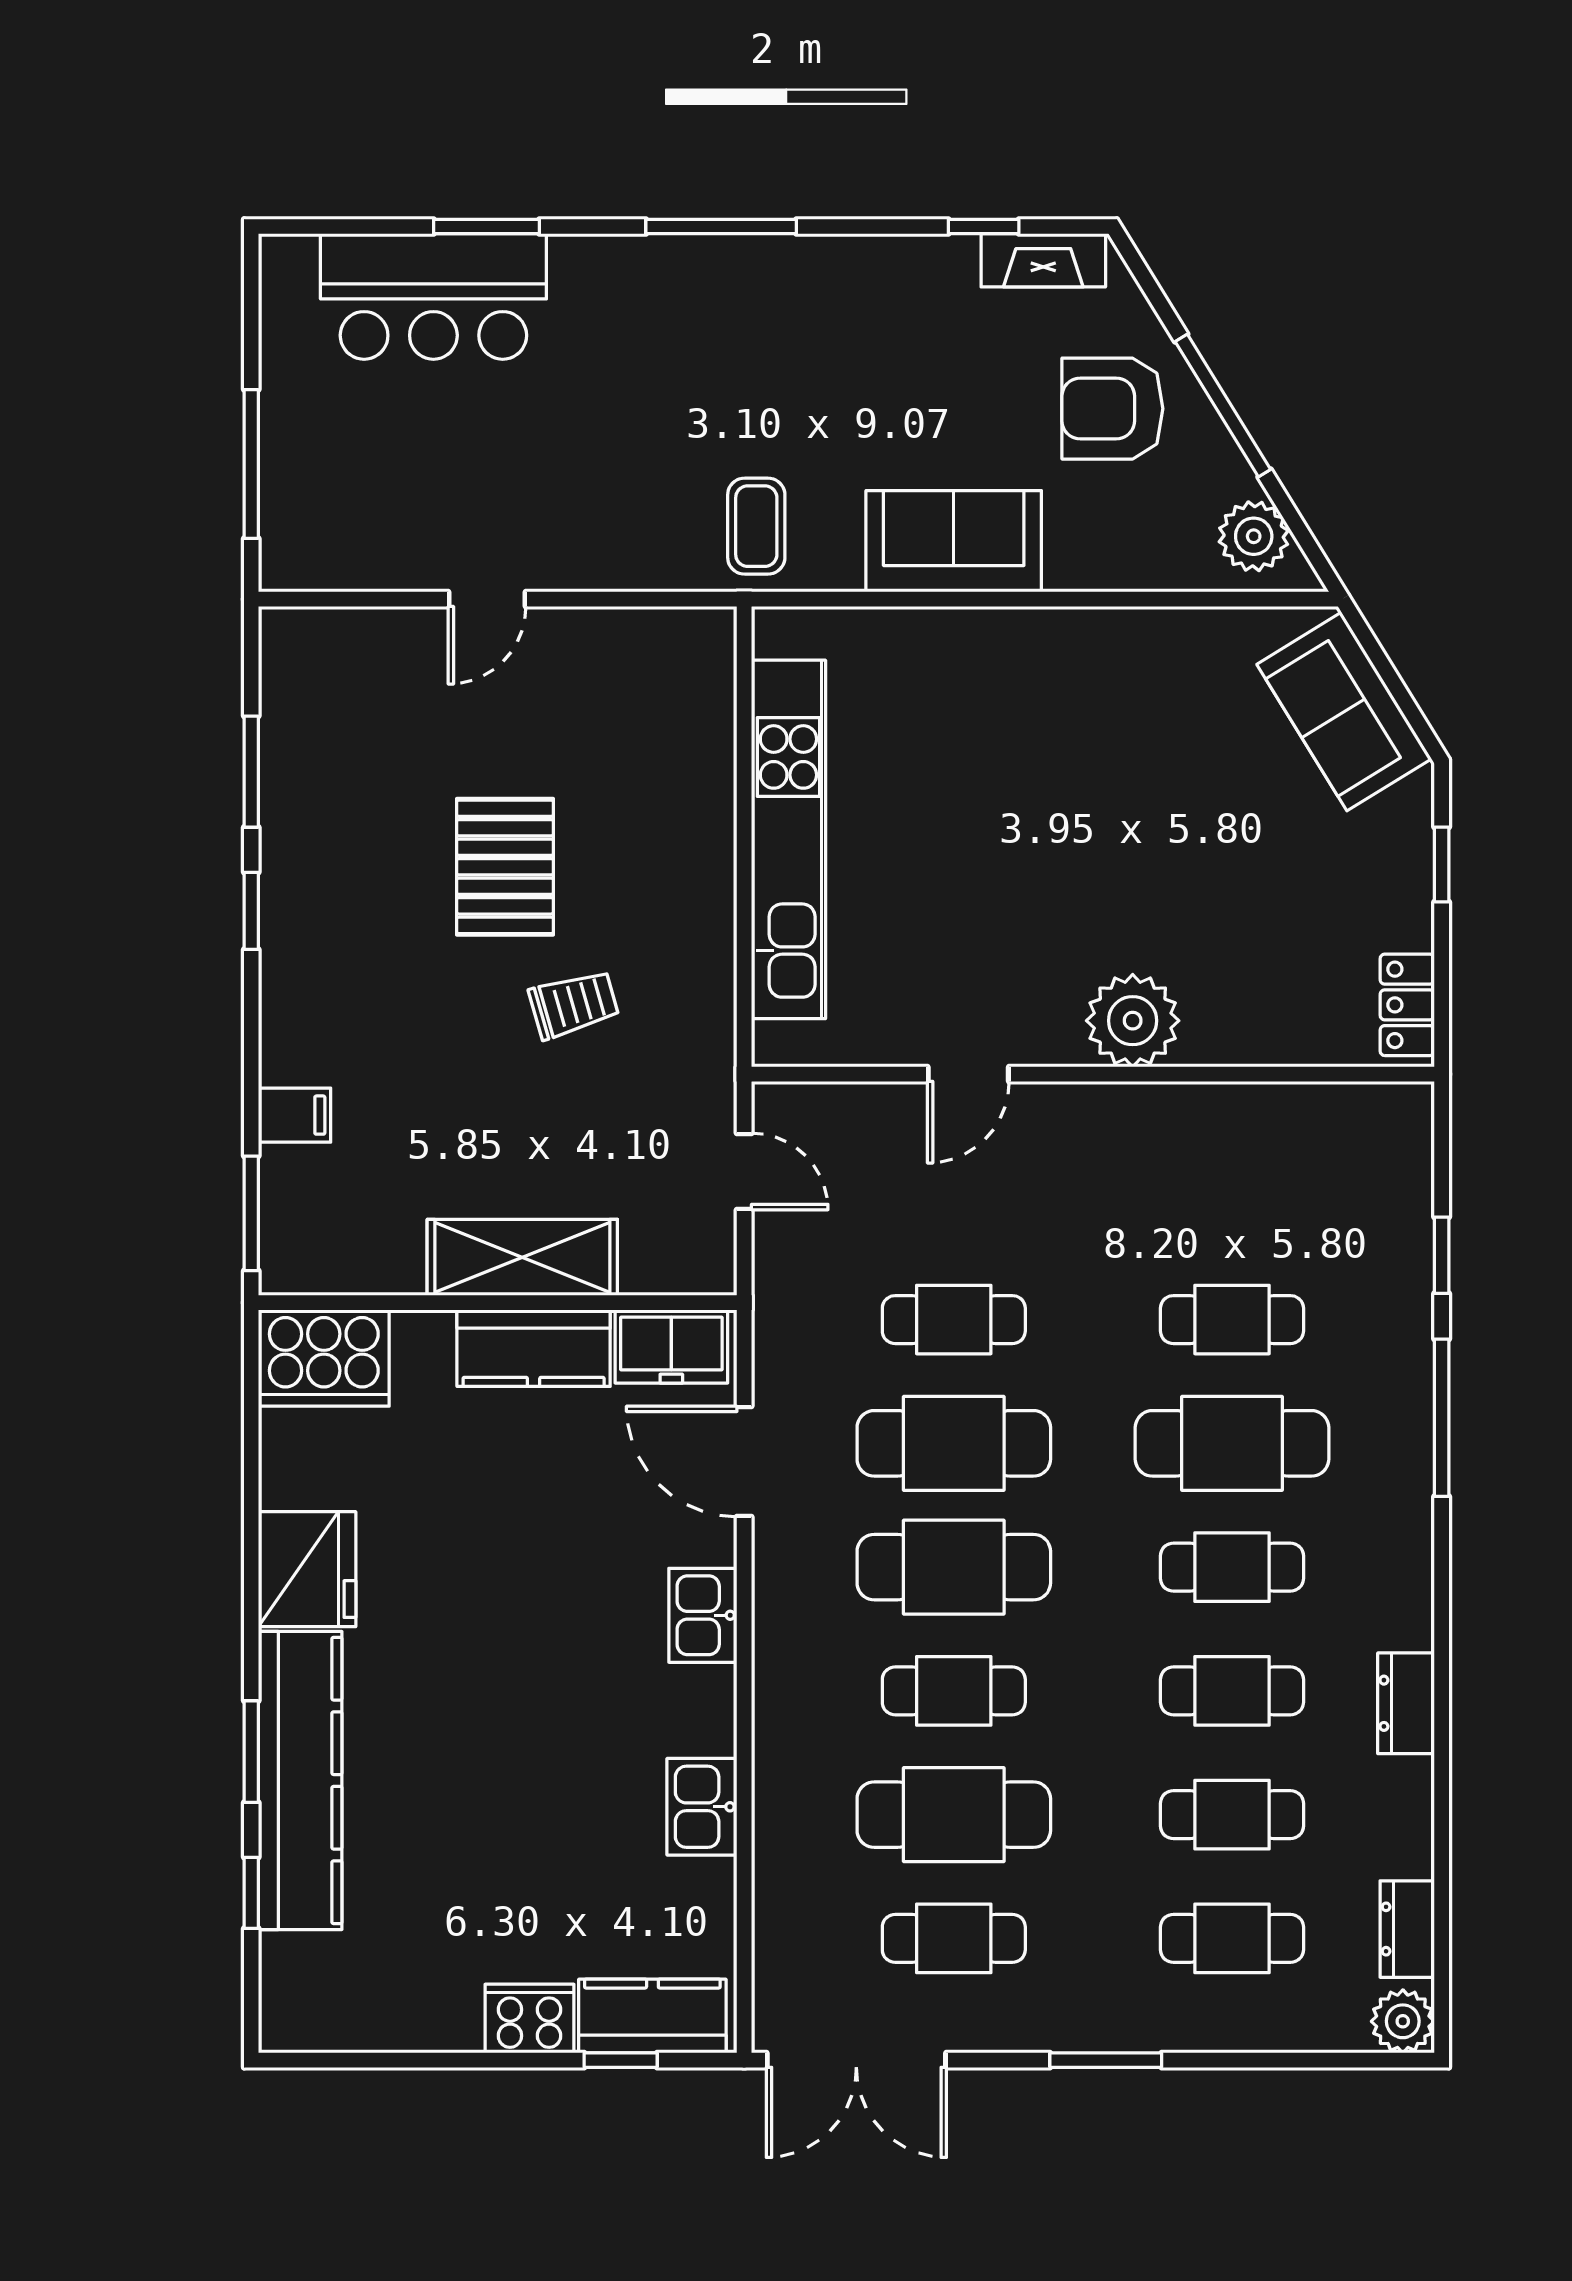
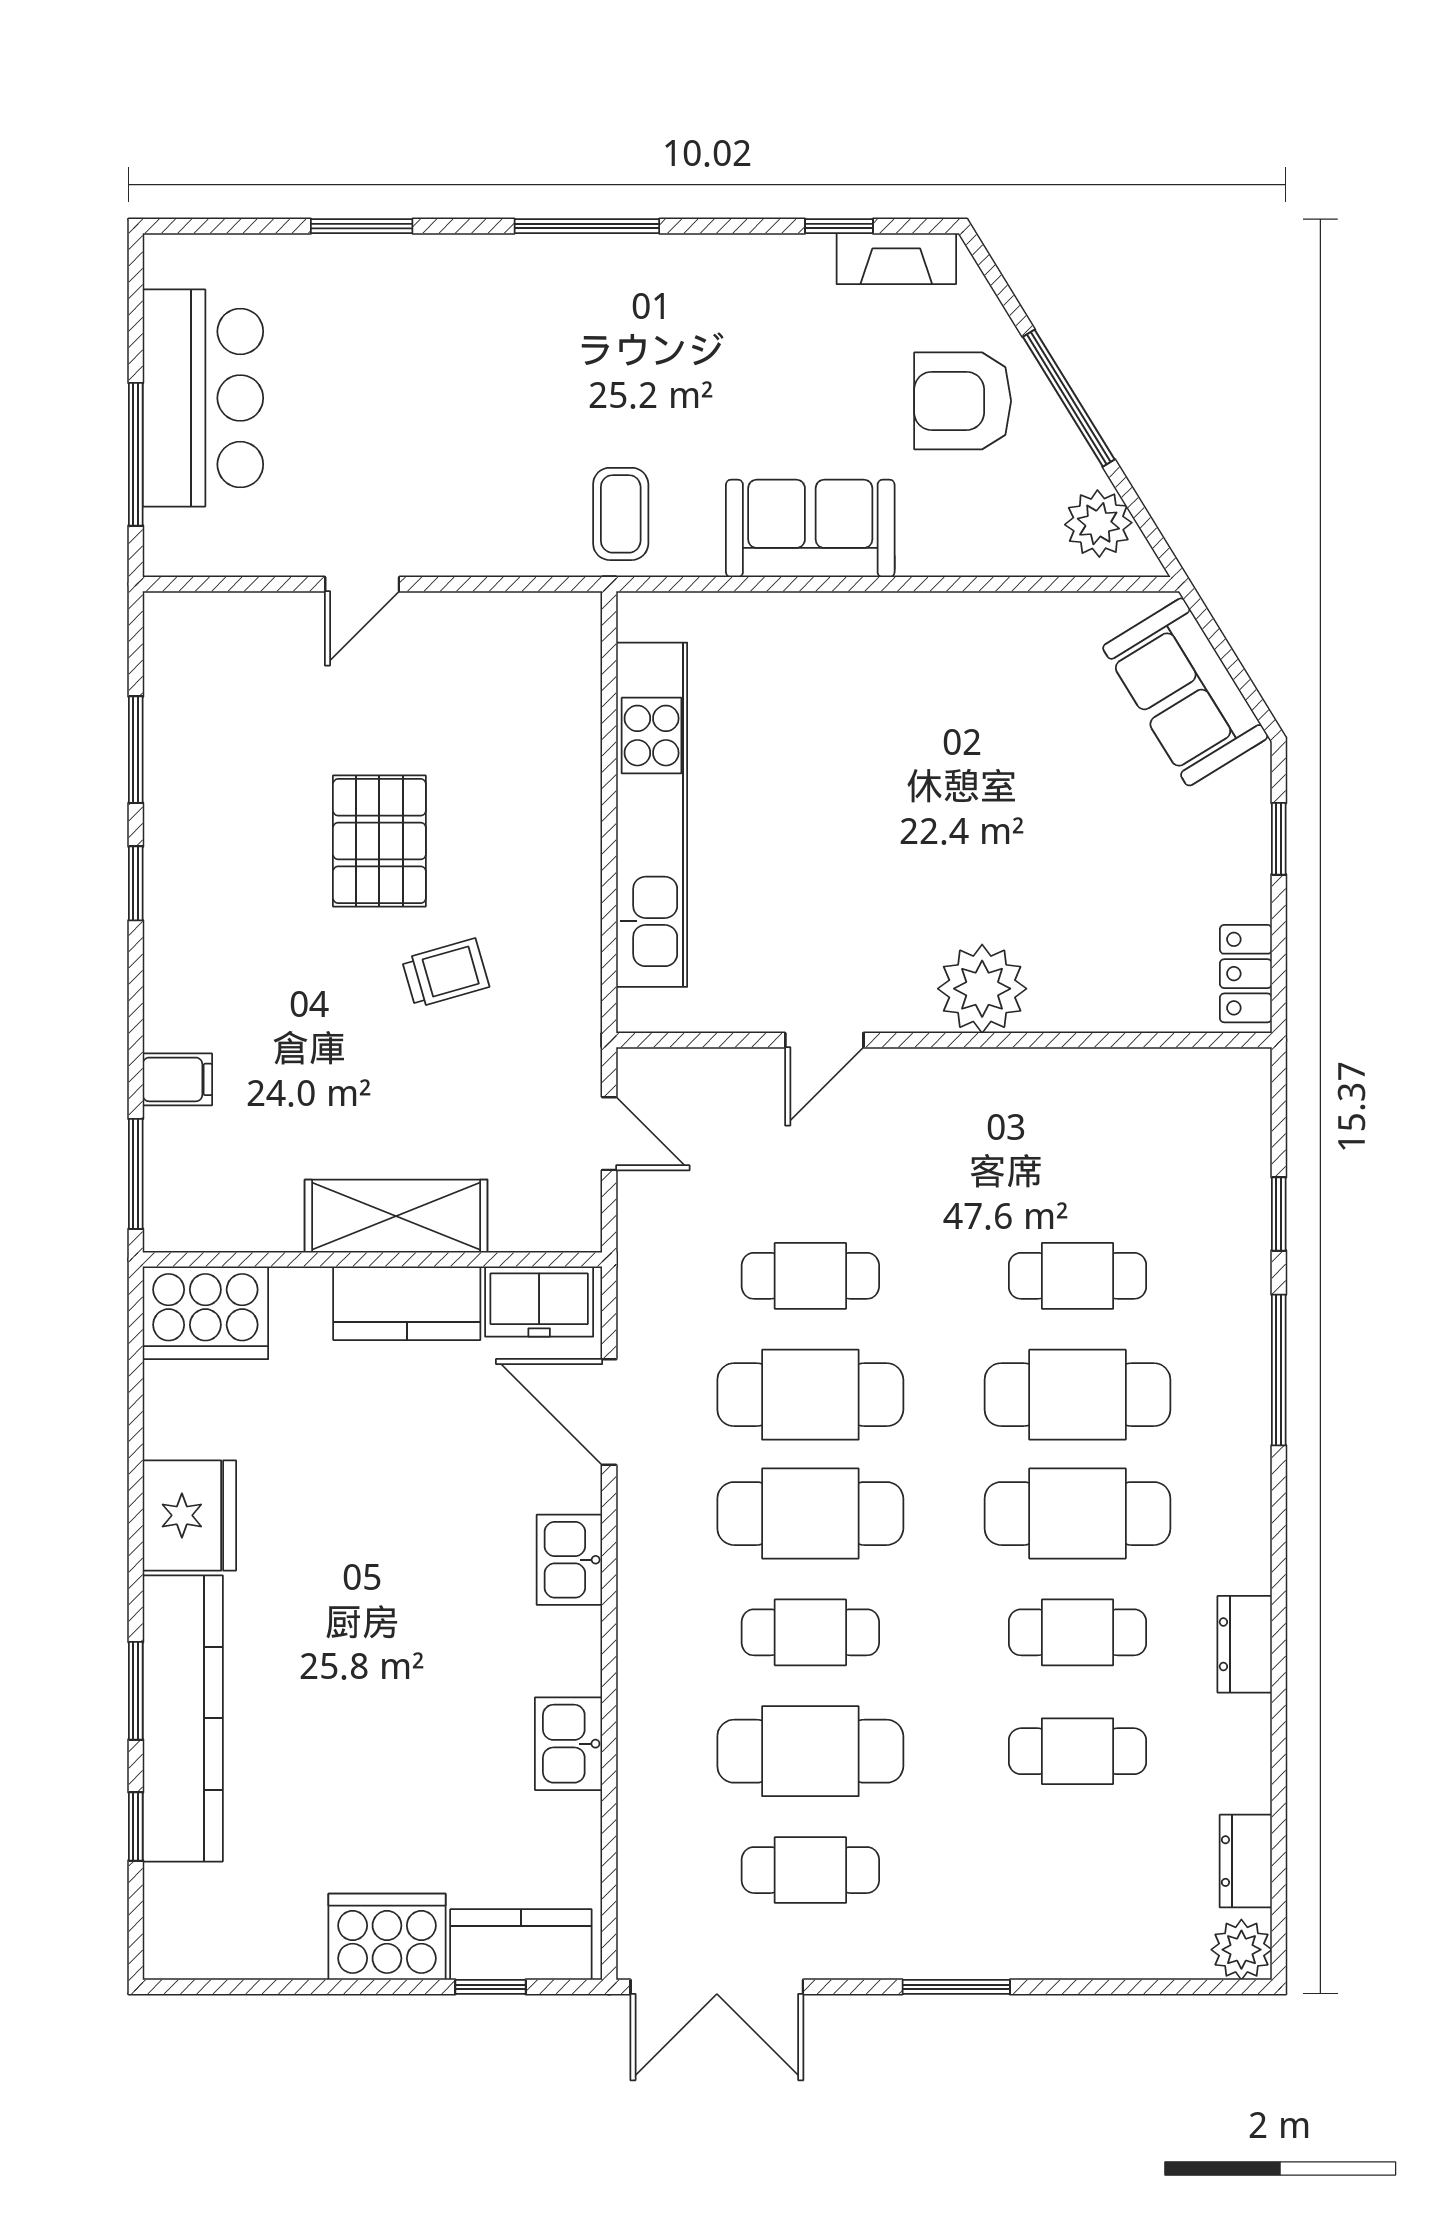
bar counter: (433, 296) -> (203, 398), moved, turned -90
cafe table: (1232, 1567) -> (1077, 1514), width x1.37, depth x1.35
cafe table: (1232, 1938) -> (1077, 1870), removed
cooker: (529, 2019) -> (387, 1937), width x1.37, depth x1.31

